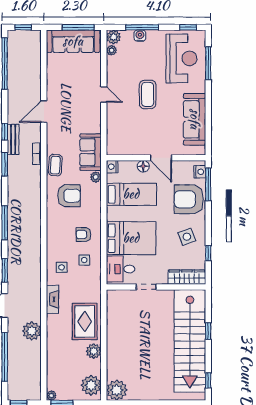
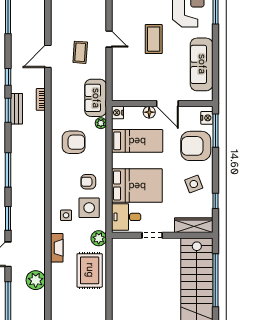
bench: (13, 139) -> (17, 109), moved
coffee table: (55, 165) -> (80, 52), moved
side table: (84, 260) -> (89, 208), width x1.87, depth x1.87
window: (208, 331) -> (215, 280), width x3.17
plant: (94, 351) -> (99, 238), moved

